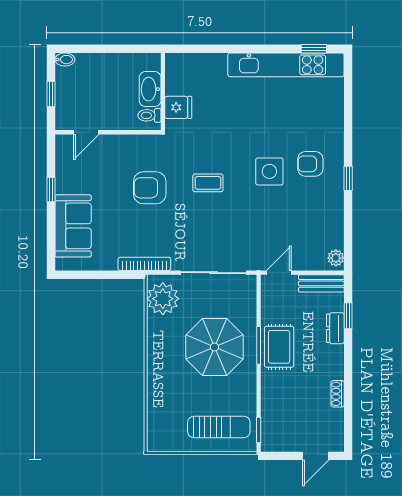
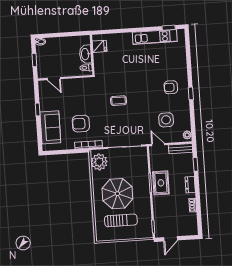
kitchen unit: (286, 65) -> (155, 37), width x0.73
fridge: (178, 107) -> (100, 46), moved
door: (86, 132) -> (54, 79), hinge flipped
side table: (269, 171) -> (166, 120), moved
armchair: (150, 188) -> (81, 124), moved
door: (279, 273) -> (158, 145), hinge flipped
dresser: (335, 328) -> (190, 185), moved
parasol: (214, 347) -> (117, 194), moved
sun lounger: (219, 427) -> (121, 220), moved
door: (316, 456) -> (170, 239), moved

